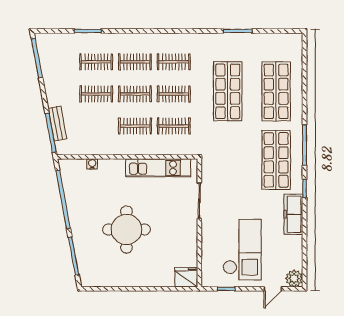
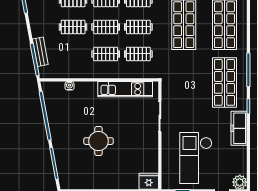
round table: (126, 229) -> (98, 141), width x0.73, depth x0.73
checkout: (242, 250) -> (196, 158), turned 180

